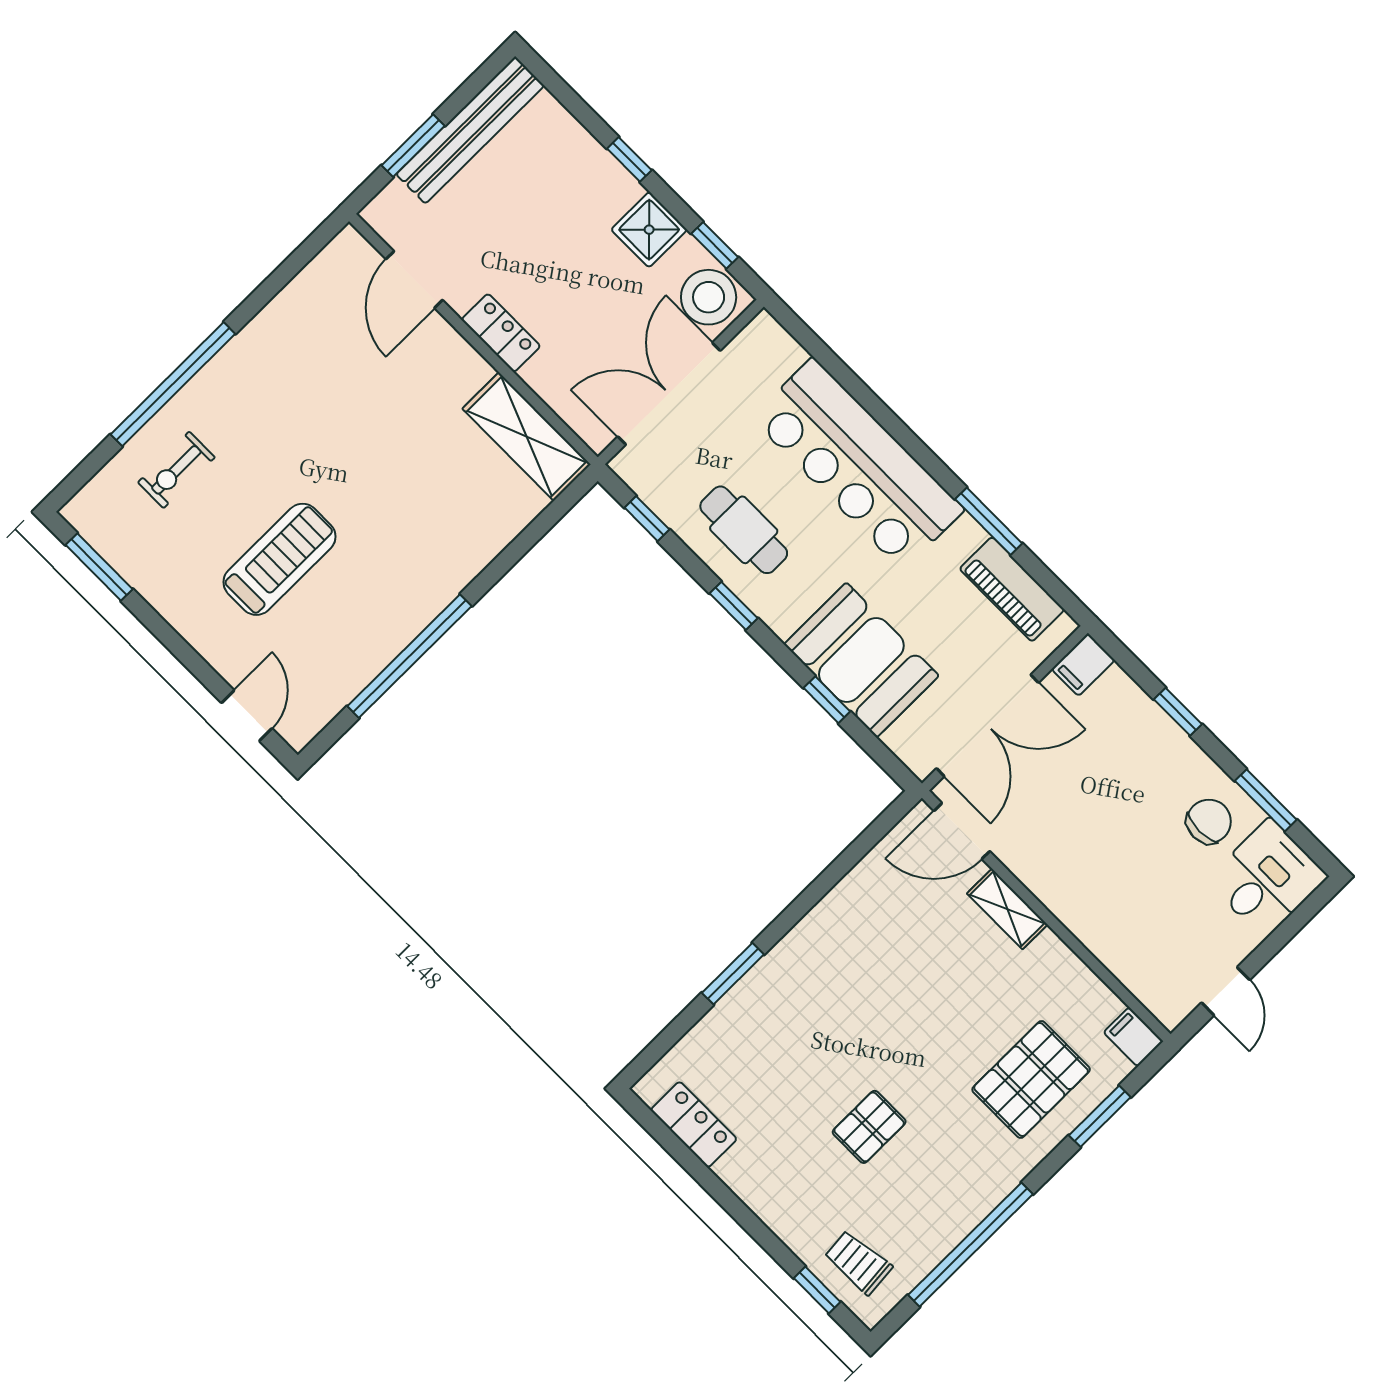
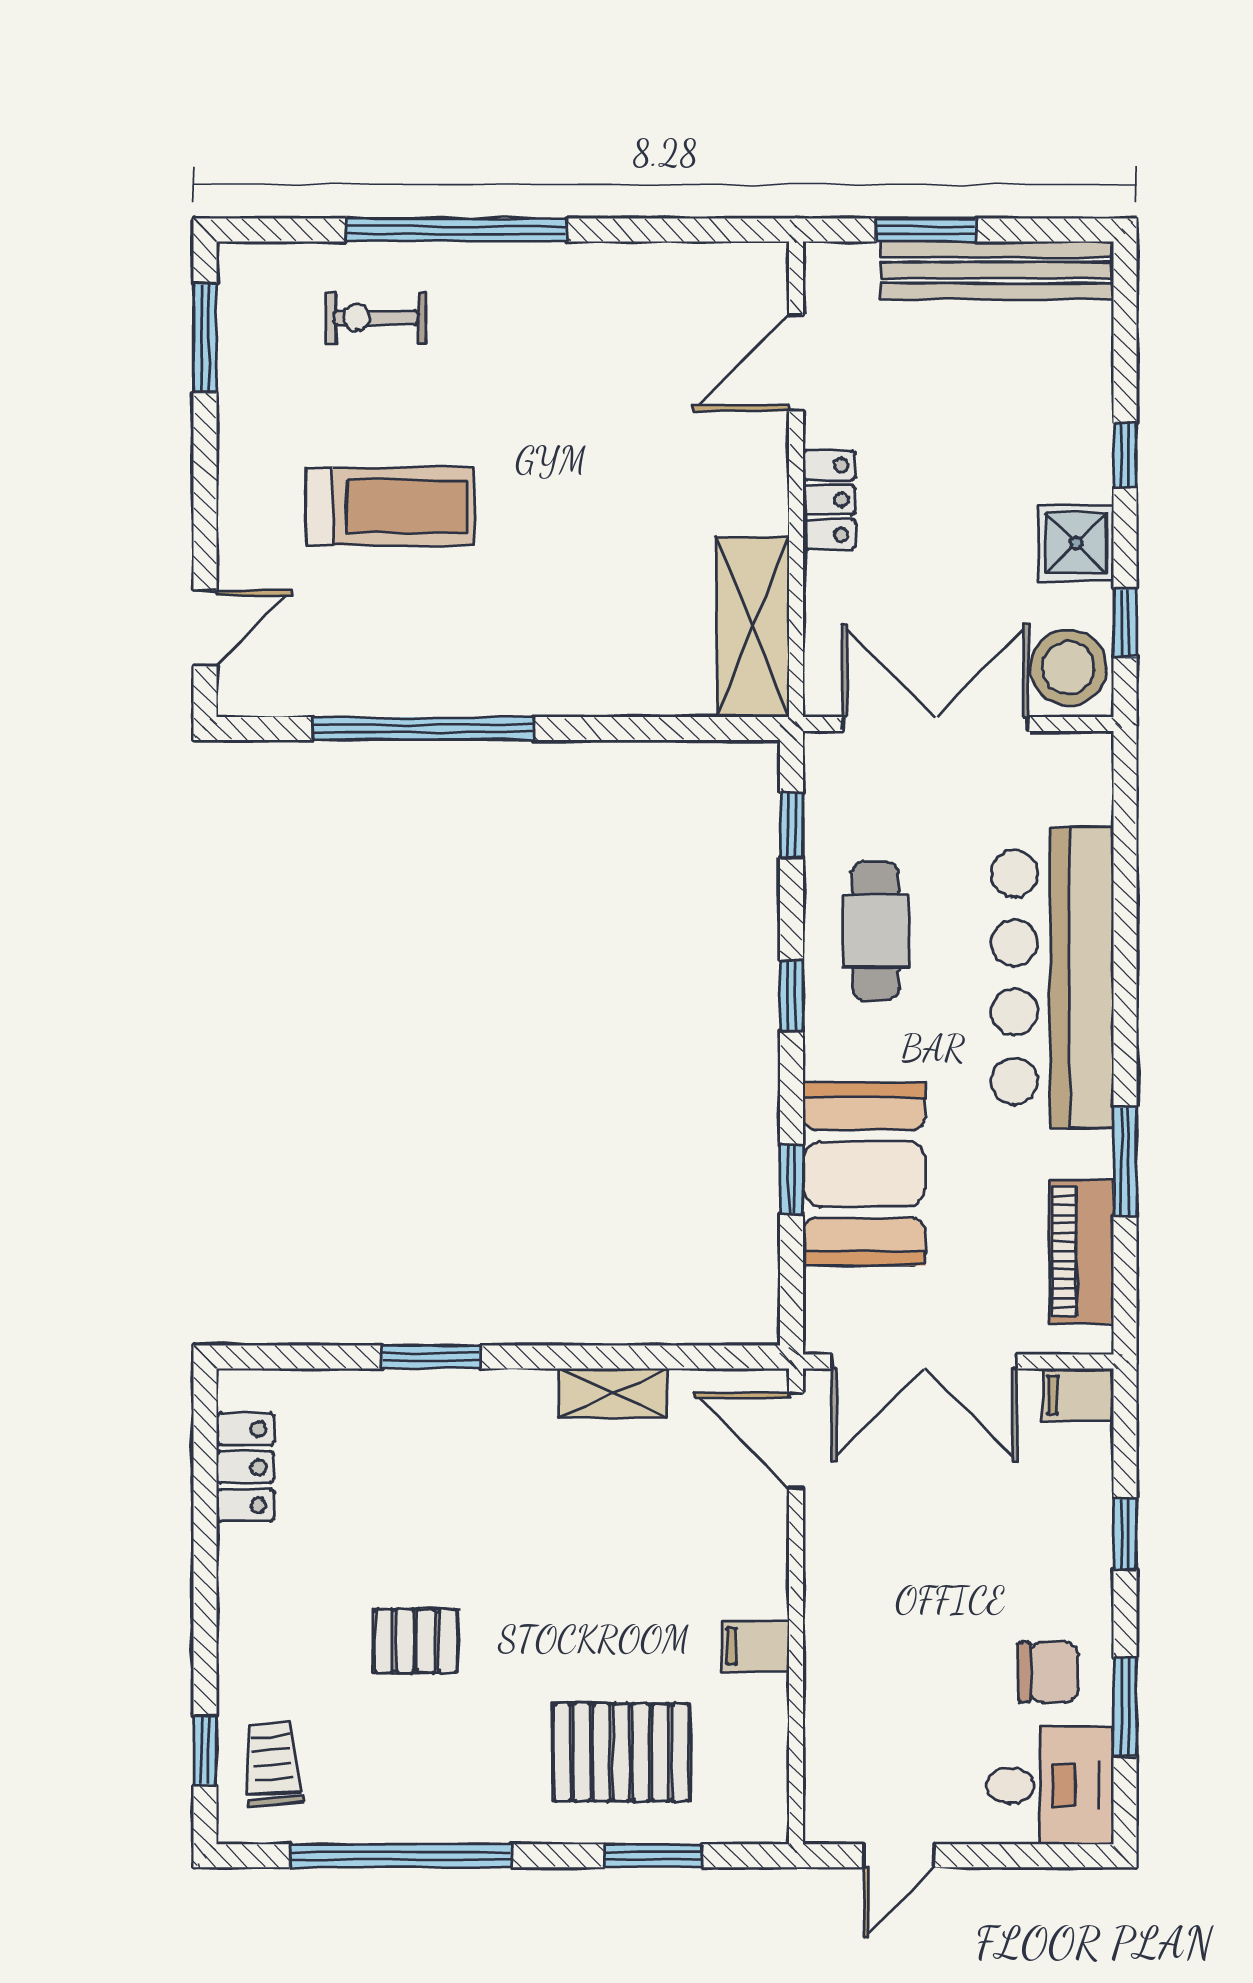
shelving: (1007, 909) -> (613, 1393), moved, turned 90
filing cabinet: (1133, 1037) -> (755, 1646), moved, turned -90

